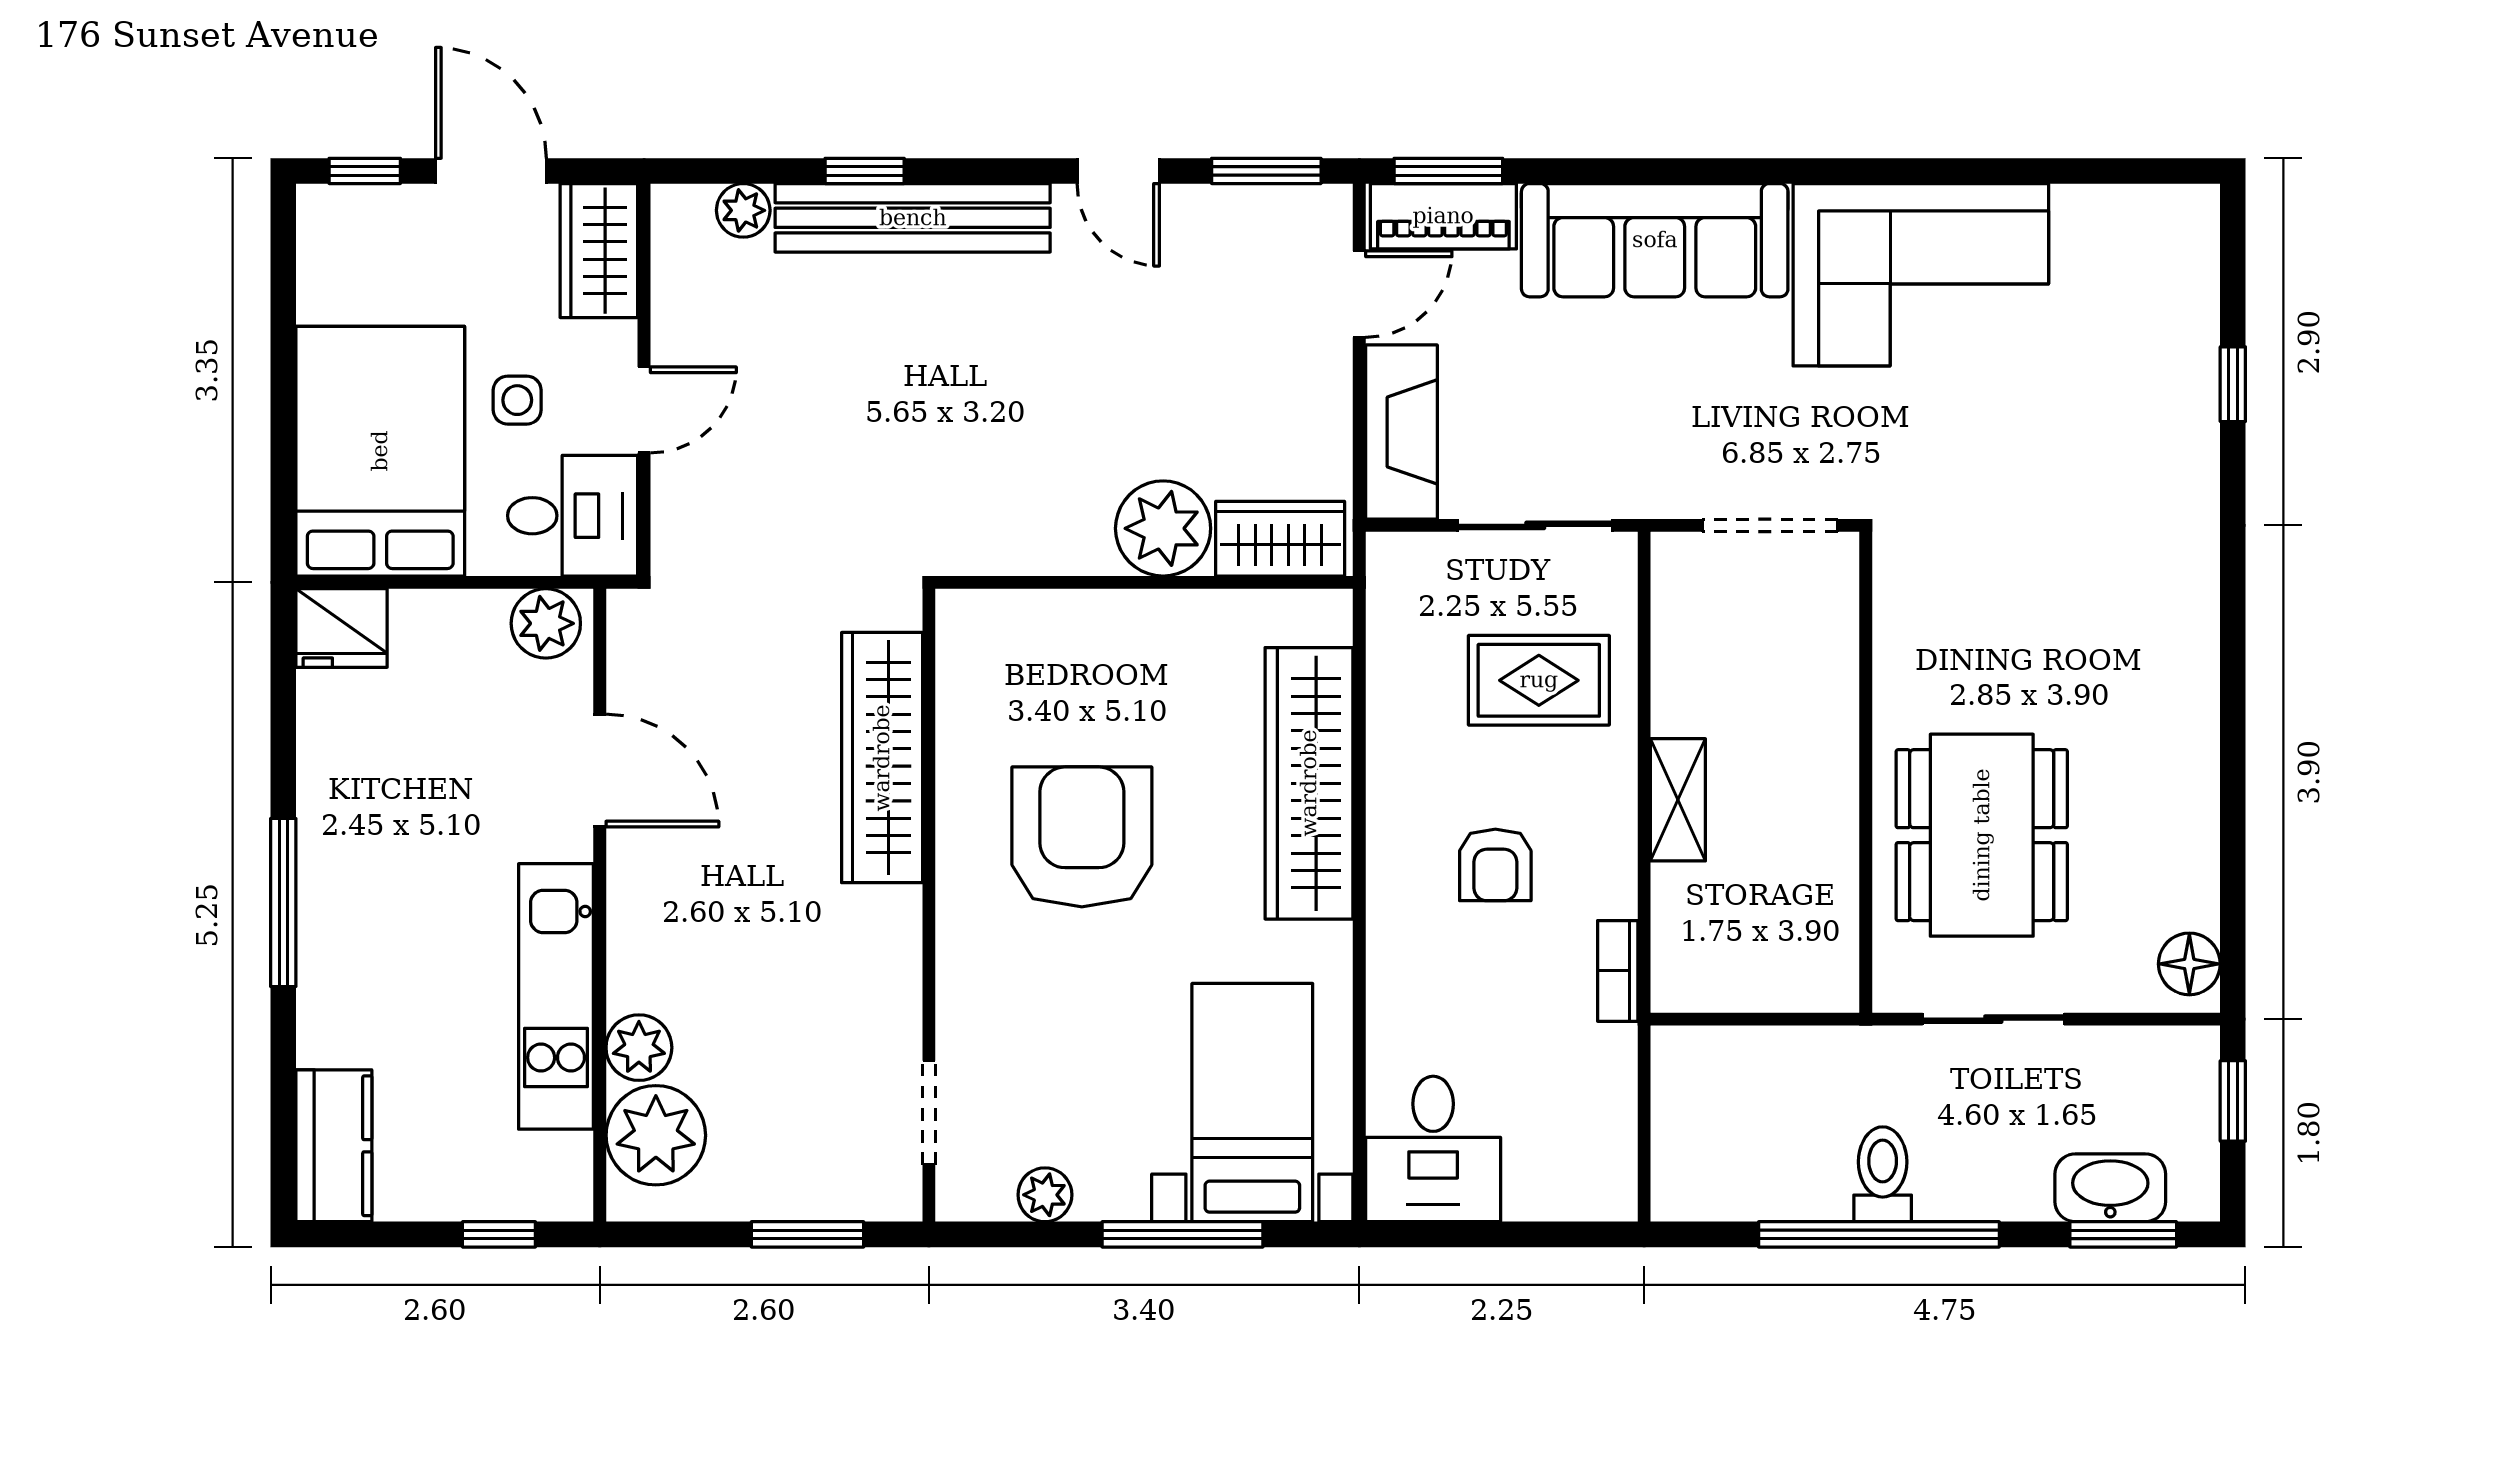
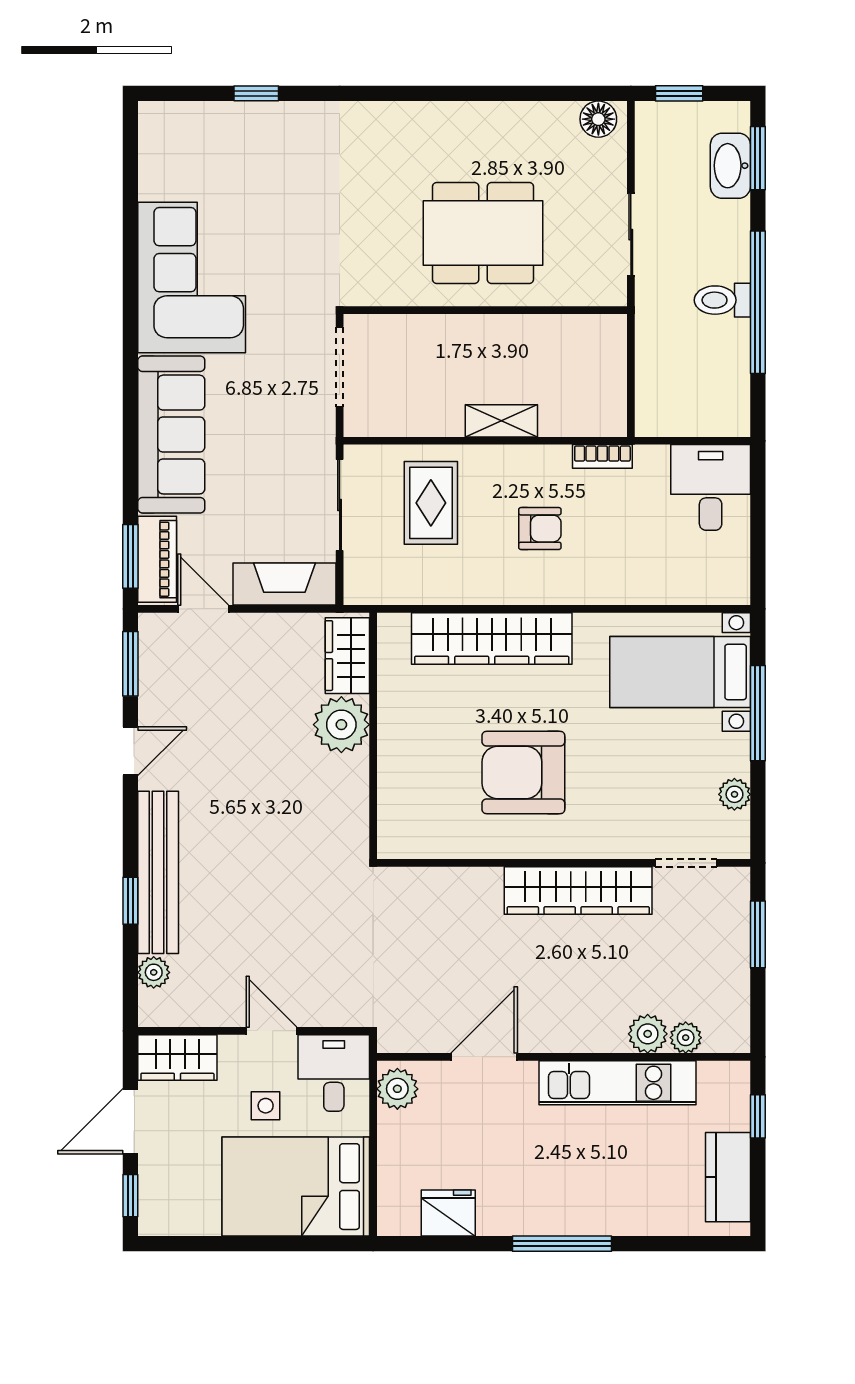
fridge: (342, 628) -> (448, 1213), moved, turned -90
wardrobe: (882, 758) -> (578, 890), moved
dining table: (1982, 835) -> (483, 233), moved
plant: (656, 1135) -> (686, 1038), width x0.53, depth x0.53
kitchen counter: (334, 1146) -> (728, 1177), moved, turned -90
desk: (1433, 1149) -> (711, 487), moved, turned -90

